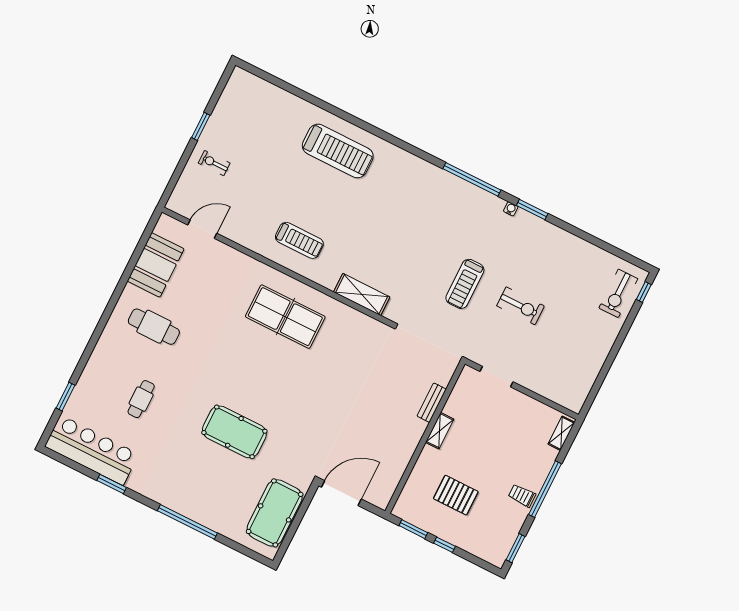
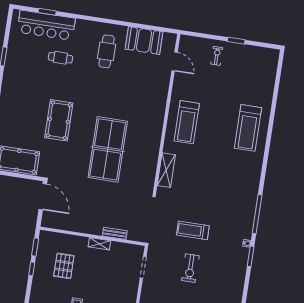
treadmill: (299, 240) -> (187, 122), width x1.37, depth x1.38
table tennis table: (285, 317) -> (108, 149), moved, width x1.36, depth x1.32
bar counter: (92, 450) -> (46, 25), moved, turned 90

